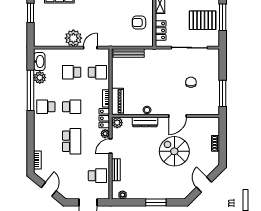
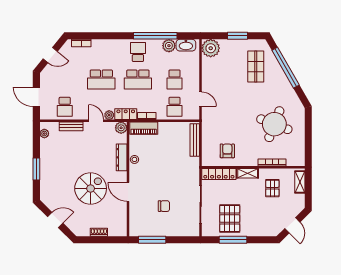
locker: (161, 30) -> (219, 174), width x1.53
plant: (73, 38) -> (211, 48), moved
school desk: (72, 72) -> (175, 79), turned 180
school desk: (72, 107) -> (138, 79), width x1.85

